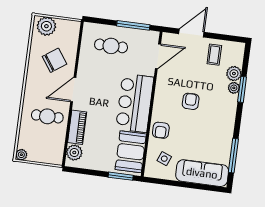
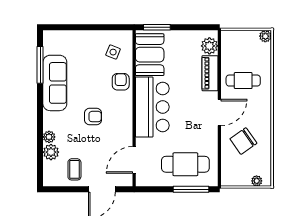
window: (133, 25) -> (191, 189), moved
plant: (46, 26) -> (257, 181), width x0.53, depth x0.53
cafe table: (111, 46) -> (185, 164), width x1.37, depth x1.35
window: (242, 89) -> (40, 136), removed
armchair: (191, 101) -> (93, 117), turned -90
sofa: (202, 173) -> (55, 83), moved, turned -90

